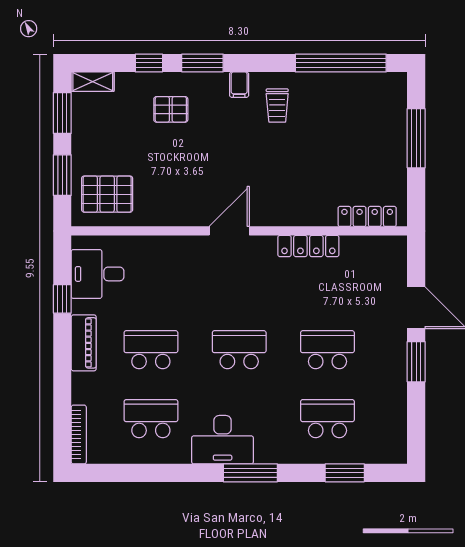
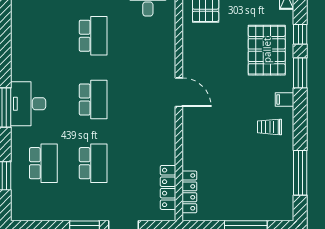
window: (341, 63) -> (300, 173), width x0.68
pallet: (171, 109) -> (267, 50), width x2.05, depth x2.00
locker: (308, 246) -> (168, 187), moved
school desk: (151, 419) -> (43, 36), removed
desk: (223, 440) -> (28, 104), moved

